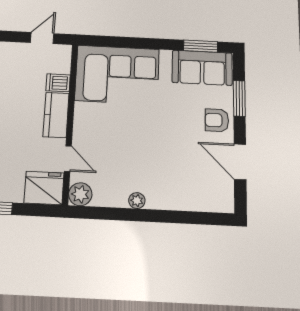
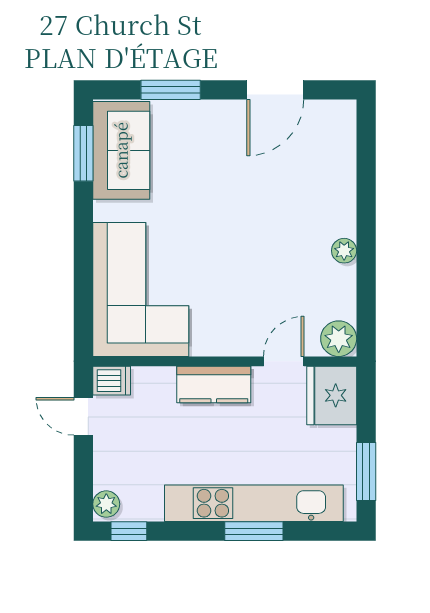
dishwasher: (58, 83) -> (112, 381), moved, turned -90
armchair: (217, 120) -> (209, 126), removed

